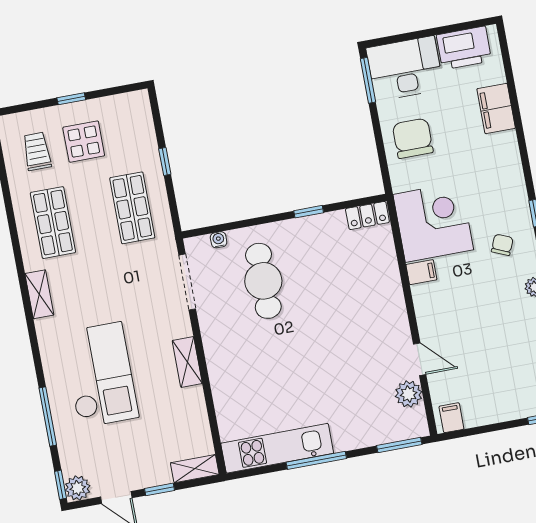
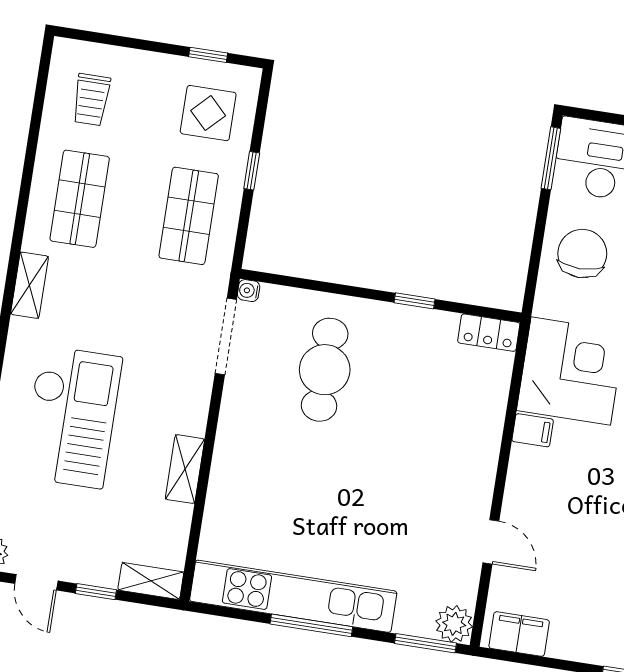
window: (71, 99) -> (208, 55), moved
display table: (84, 142) -> (208, 113), moved
trolley: (37, 151) -> (91, 100), turned 180
water cooler: (219, 240) -> (249, 291), moved, turned -90
shelving: (187, 362) -> (185, 469), moved
plant: (409, 394) -> (454, 624), moved
filing cabinet: (451, 418) -> (519, 634), width x2.00
kitchen unit: (277, 448) -> (293, 596), width x1.36

